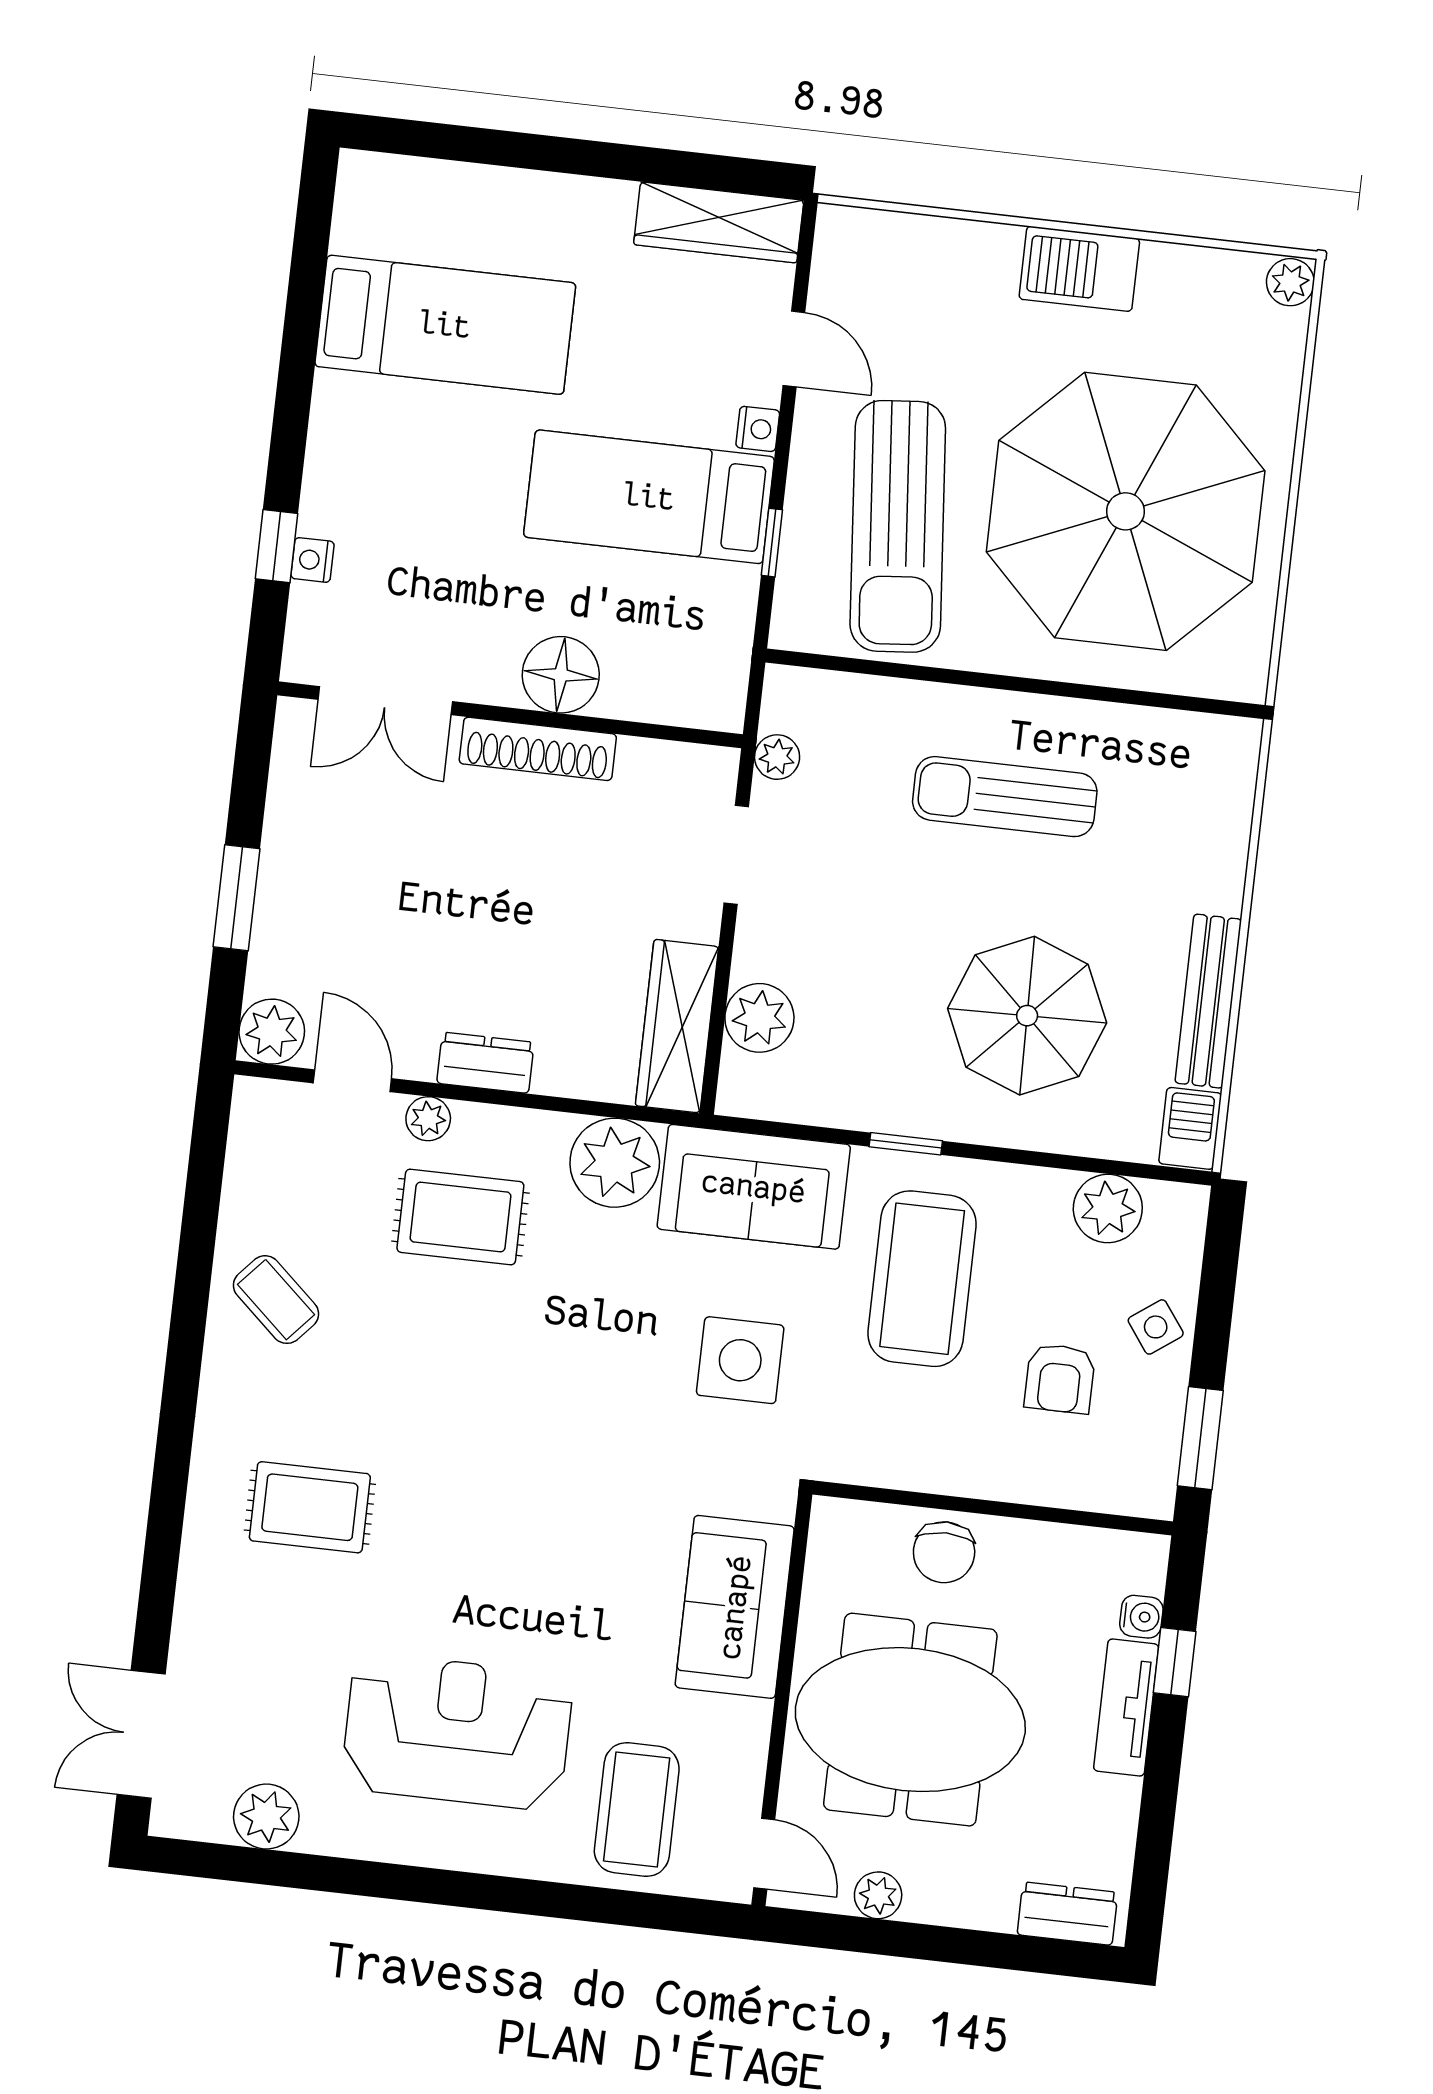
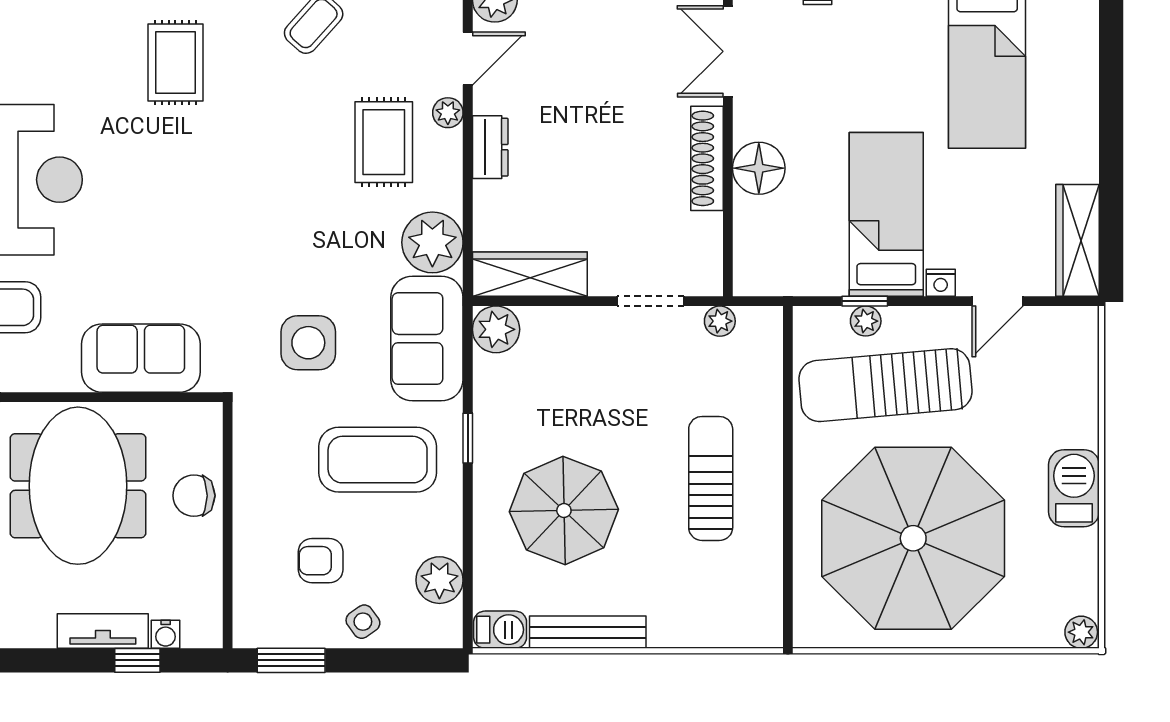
plant: (801, 545) -> (866, 321), added
plant: (759, 1018) -> (496, 329), moved

